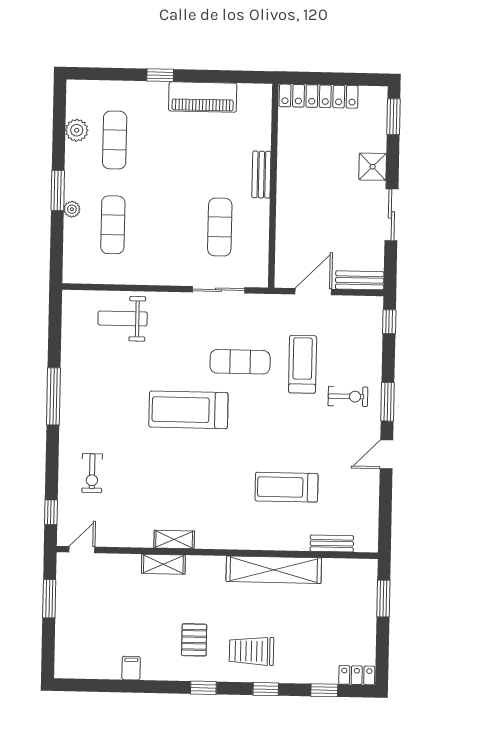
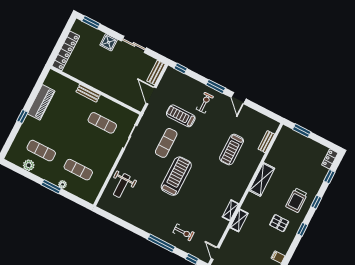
window: (53, 396) -> (161, 243), moved
treadmill: (188, 410) -> (176, 176), turned 180
shelving: (274, 570) -> (262, 179), width x0.68

